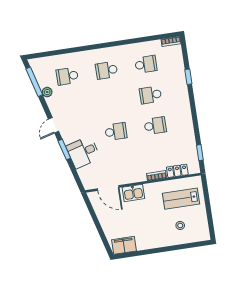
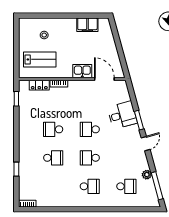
school desk: (146, 64) -> (90, 158), moved
filing cabinet: (124, 245) -> (87, 25), moved

